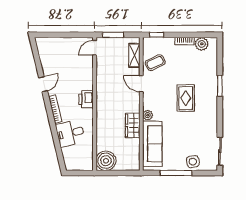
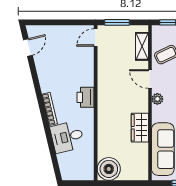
door: (43, 84) -> (28, 47), moved
plant: (148, 115) -> (157, 99), moved

